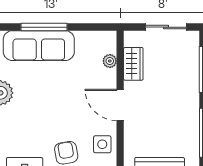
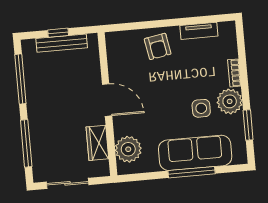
plant: (110, 61) -> (128, 149), width x1.87, depth x1.87
side table: (102, 144) -> (201, 108), moved

